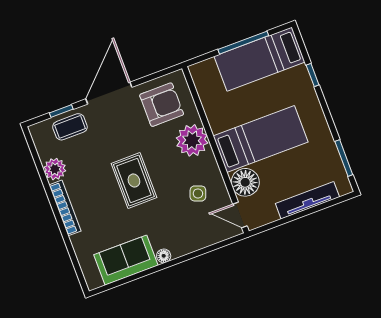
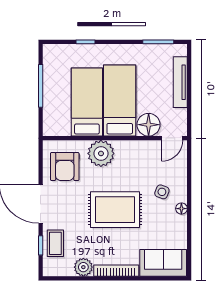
bed: (260, 59) -> (87, 102), moved, turned 180
armchair: (162, 105) -> (65, 167), turned 180
rug: (134, 181) -> (115, 210), width x1.36, depth x1.43
side table: (198, 194) -> (162, 192), moved
sofa: (126, 260) -> (163, 263), moved, turned 90

